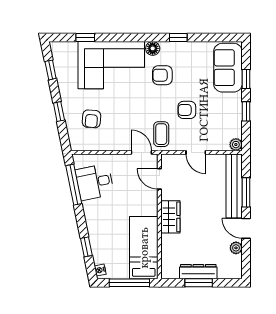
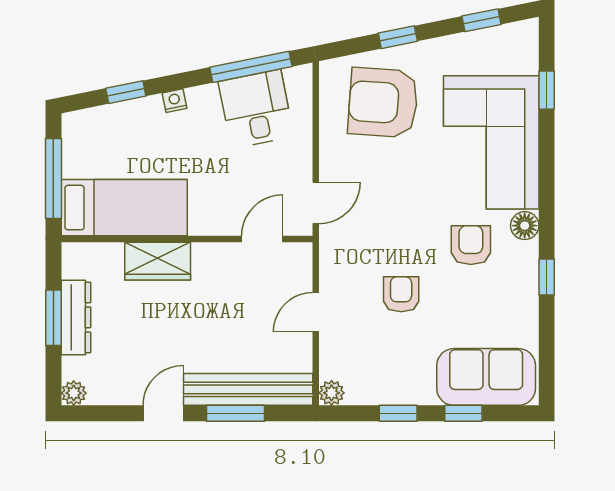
armchair: (91, 119) -> (383, 103), width x1.88, depth x1.88
coffee table: (161, 134) -> (352, 243), removed
wardrobe: (170, 217) -> (158, 261), moved
plant: (236, 248) -> (74, 393), moved
nightstand: (100, 270) -> (175, 101), moved

